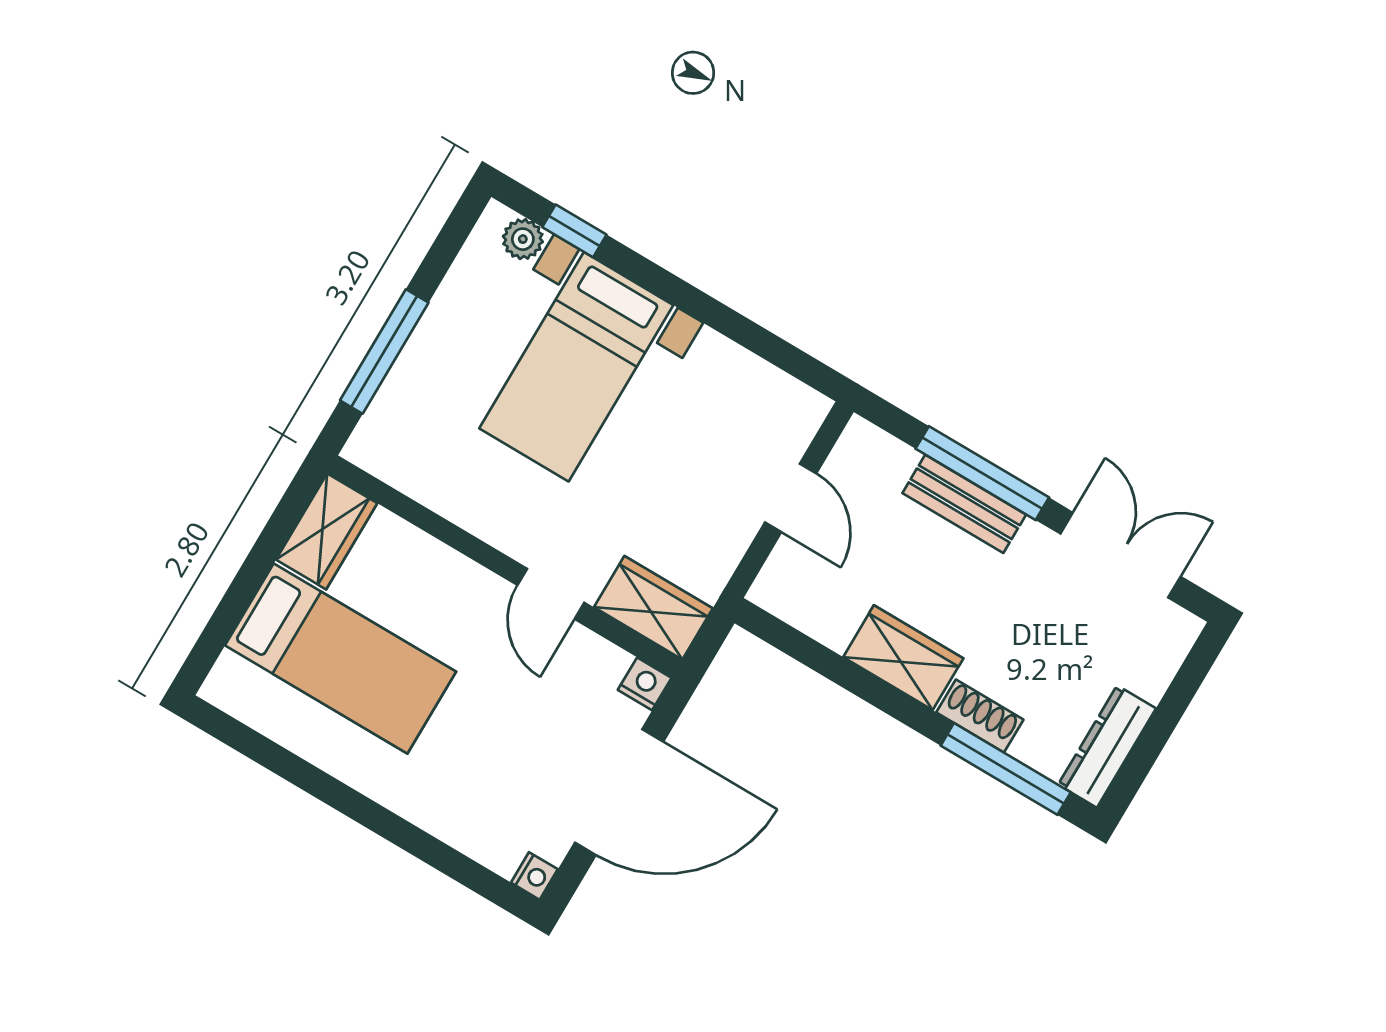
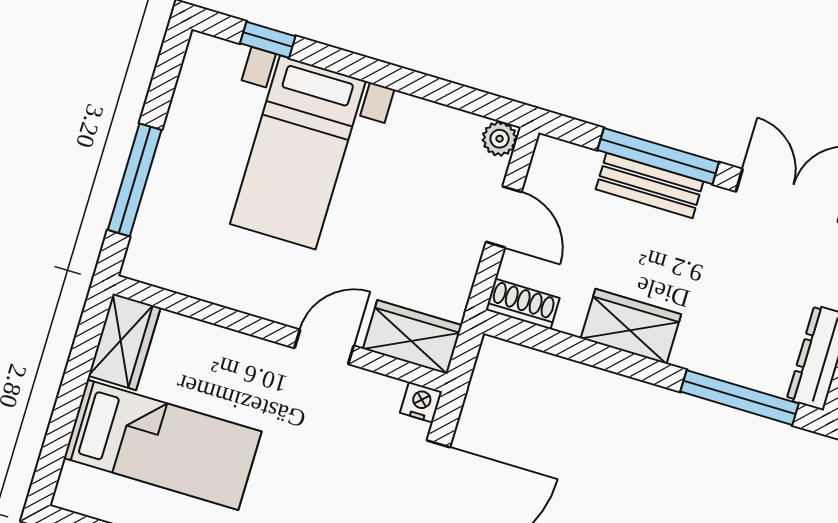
plant: (523, 239) -> (500, 139), moved
door: (551, 594) -> (324, 347), swing flipped
shoe rack: (980, 716) -> (523, 304), moved

